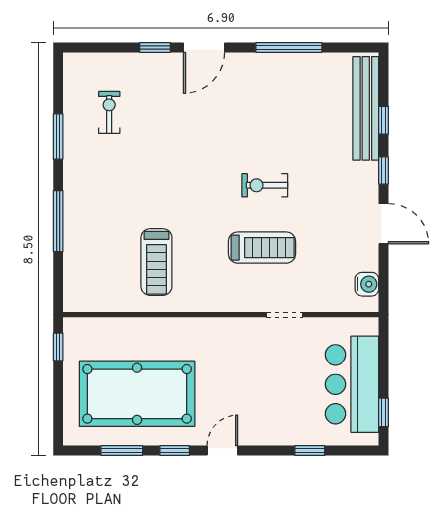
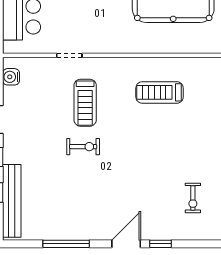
treadmill: (262, 248) -> (85, 103), turned -90
treadmill: (156, 262) -> (160, 92), turned -90

